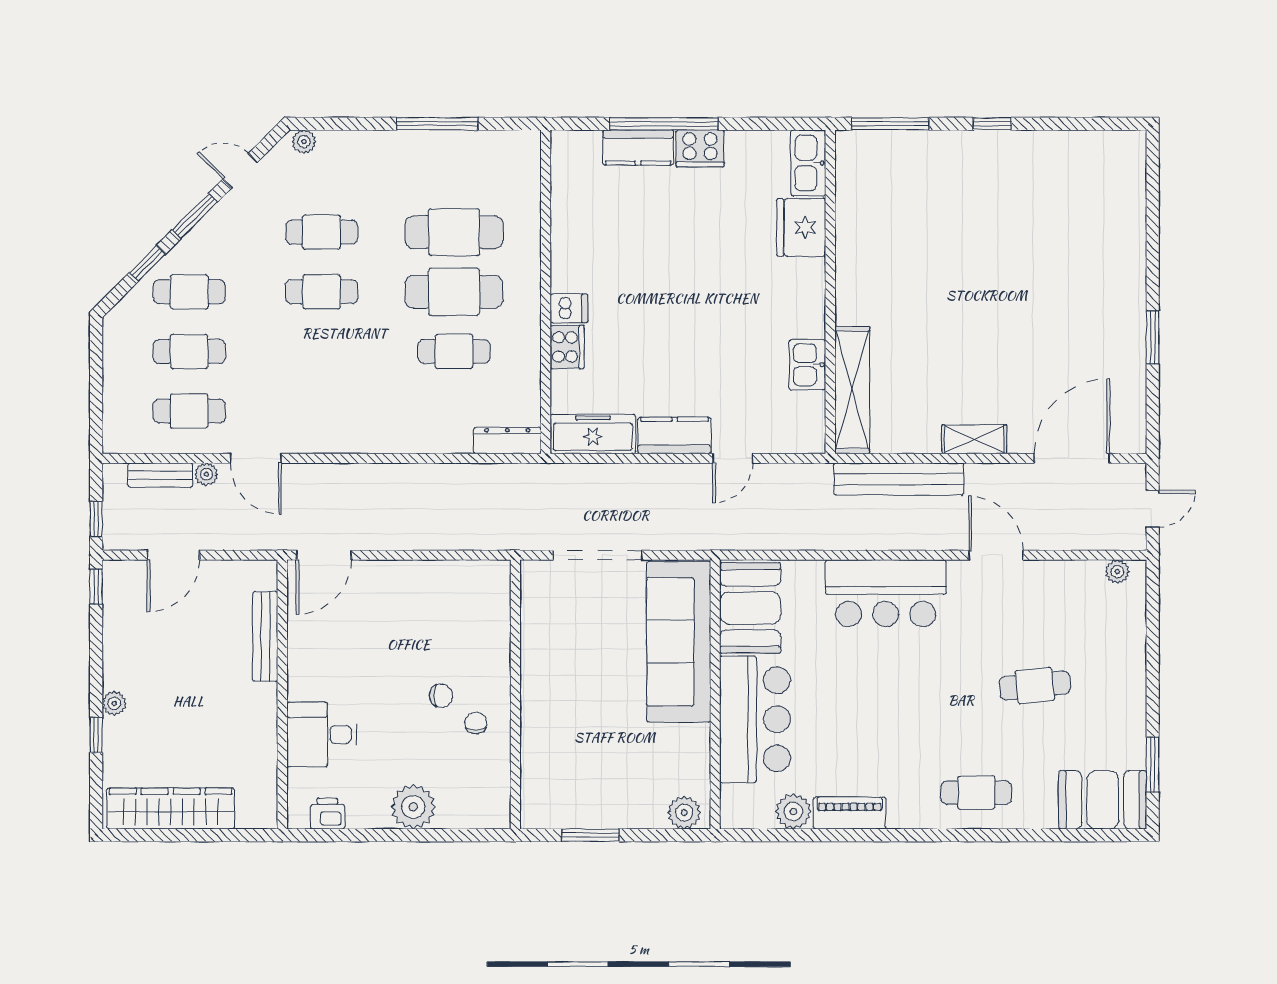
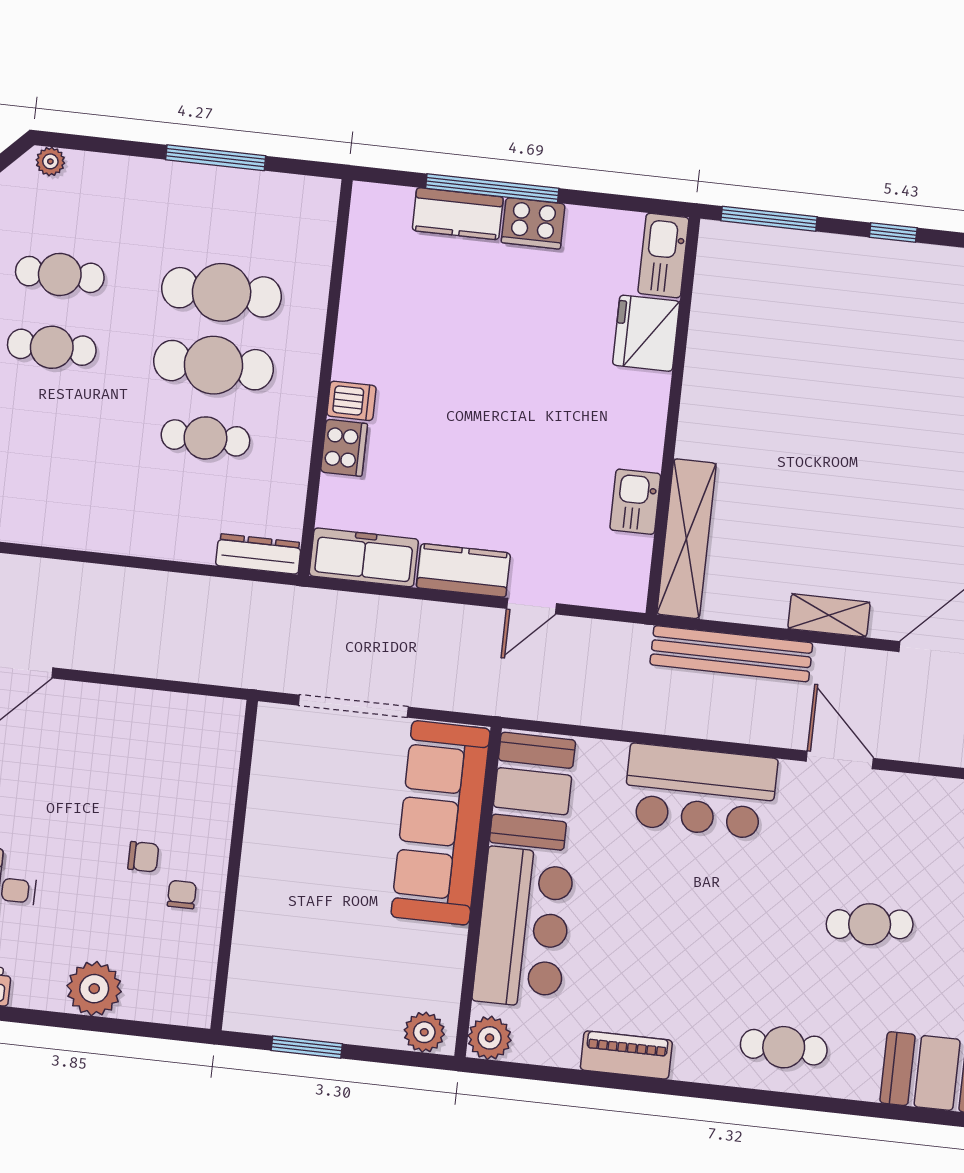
plant: (793, 811) -> (490, 1038), moved

